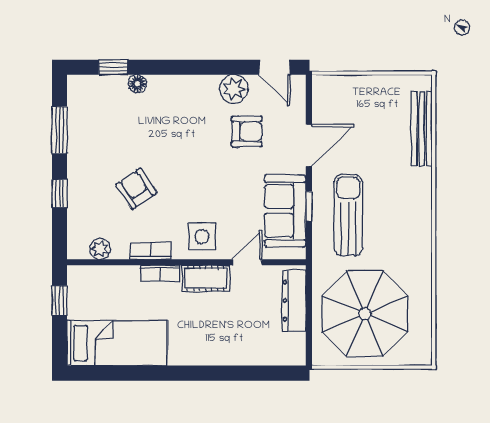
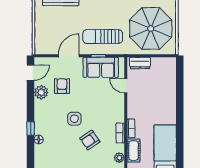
window: (113, 67) -> (31, 129), moved
door: (309, 145) -> (69, 56), hinge flipped
side table: (202, 236) -> (74, 119), moved
cot: (206, 278) -> (134, 151), moved
dresser: (294, 301) -> (140, 63), width x0.70

